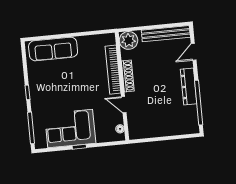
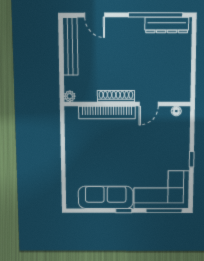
plant: (128, 40) -> (70, 96), width x0.53, depth x0.53
sofa: (53, 49) -> (106, 197), moved, turned -90
dresser: (189, 87) -> (167, 25), moved
corner sofa: (70, 129) -> (161, 190), moved, turned 90

